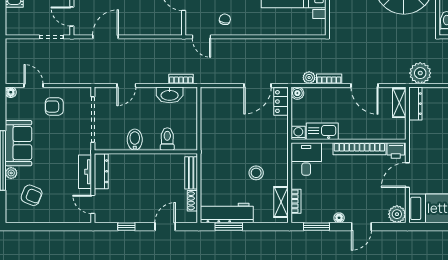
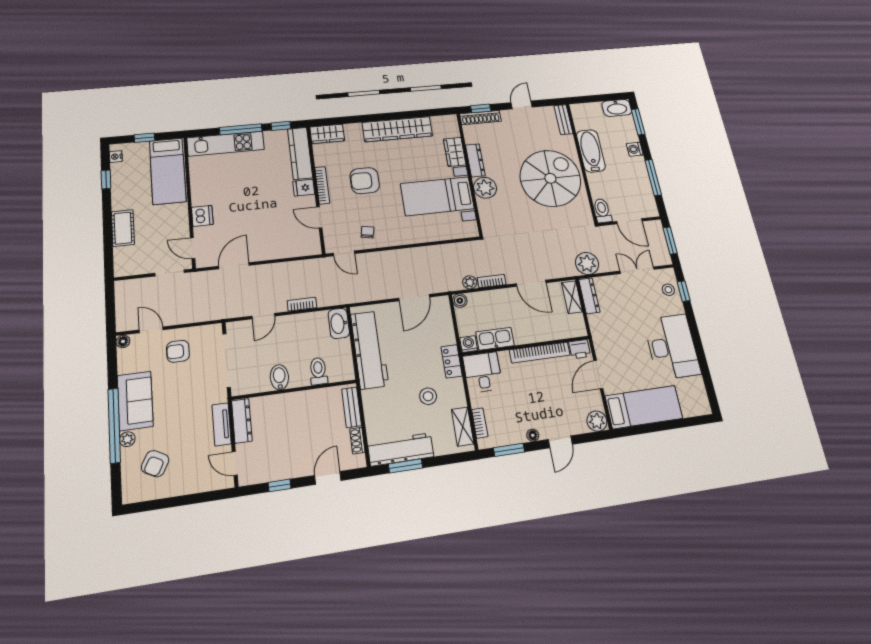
bookcase: (181, 79) -> (302, 304), moved
washbasin: (170, 95) -> (339, 323), moved, turned 90
locker: (281, 102) -> (452, 361), moved
workbench: (212, 126) -> (370, 350), added
armchair: (32, 195) -> (155, 464), turned 96

